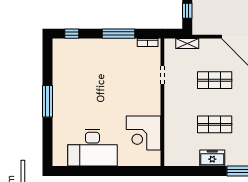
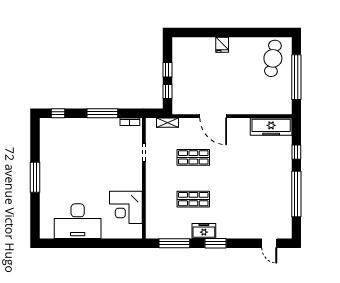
freezer: (212, 158) -> (204, 231), moved
window: (195, 171) -> (174, 243), added

